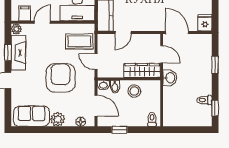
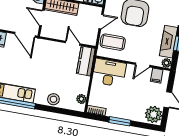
door: (123, 33) -> (73, 43), hinge flipped
door: (96, 62) -> (101, 22), hinge flipped

